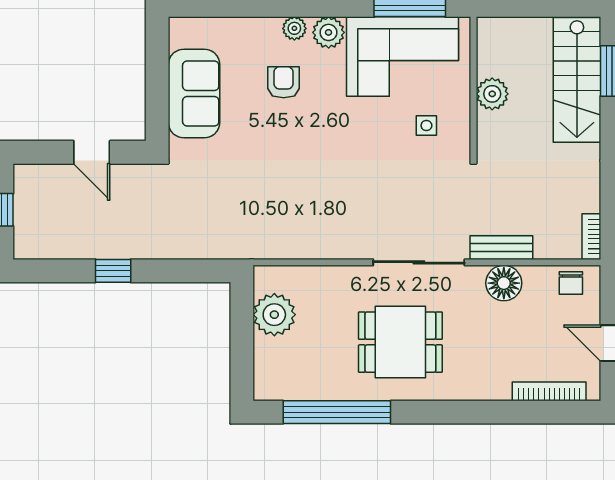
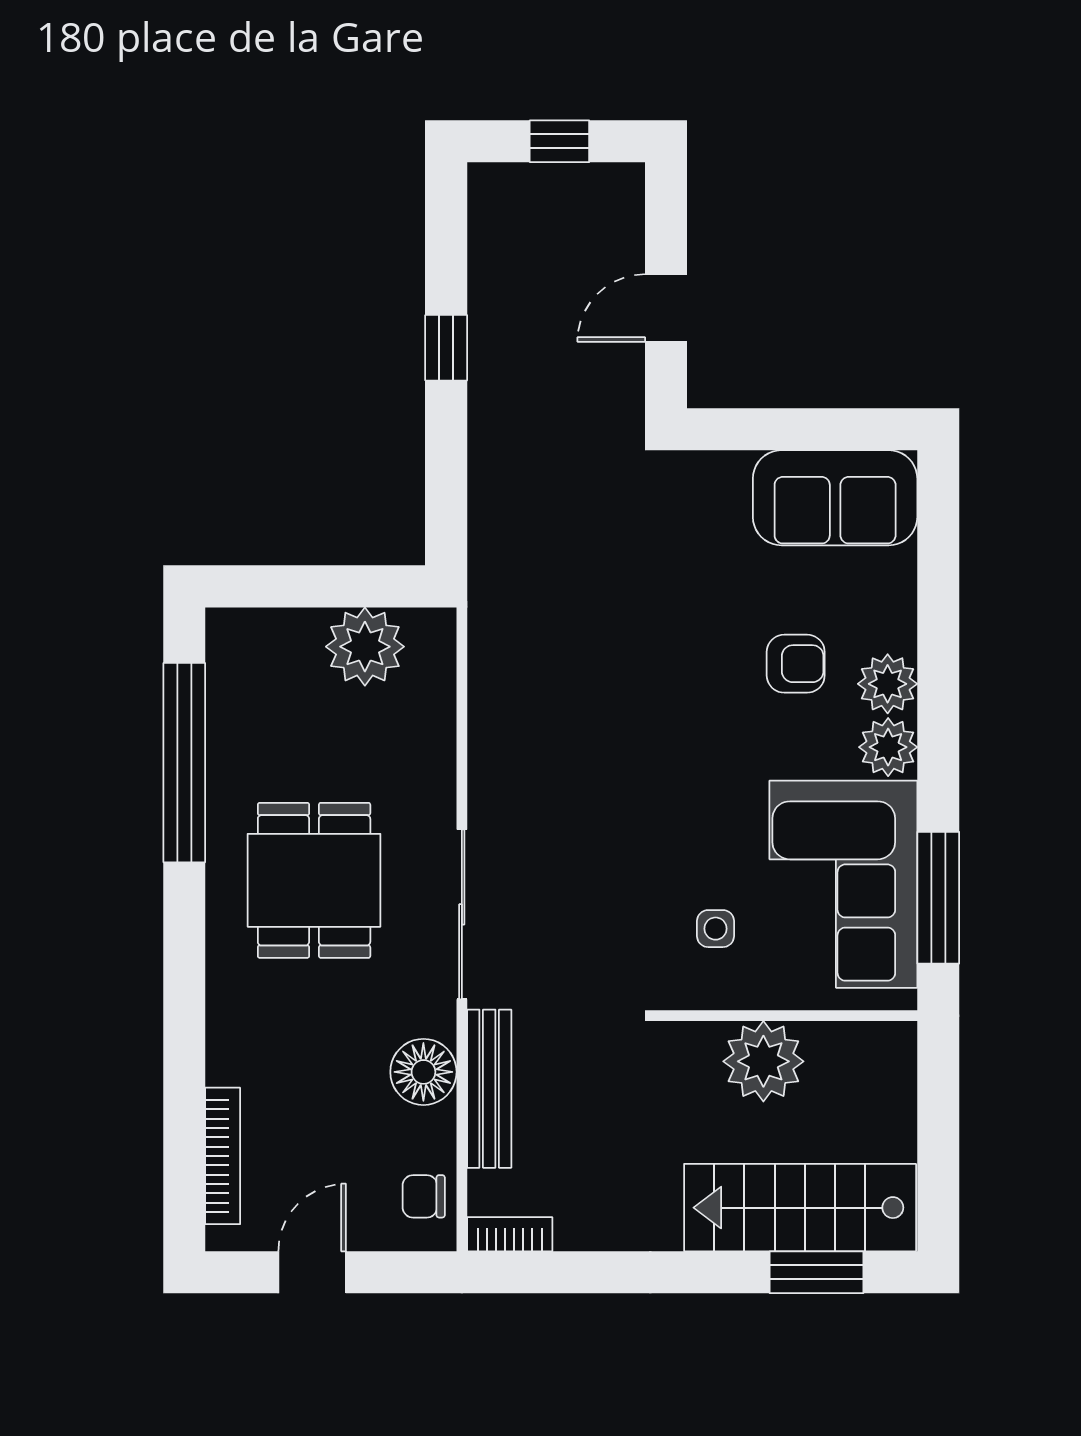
plant: (294, 28) -> (888, 684), width x1.38, depth x1.38
sofa: (194, 94) -> (835, 498), moved
plant: (492, 94) -> (763, 1061), width x1.36, depth x1.36
bench: (501, 248) -> (489, 1089), width x1.36

